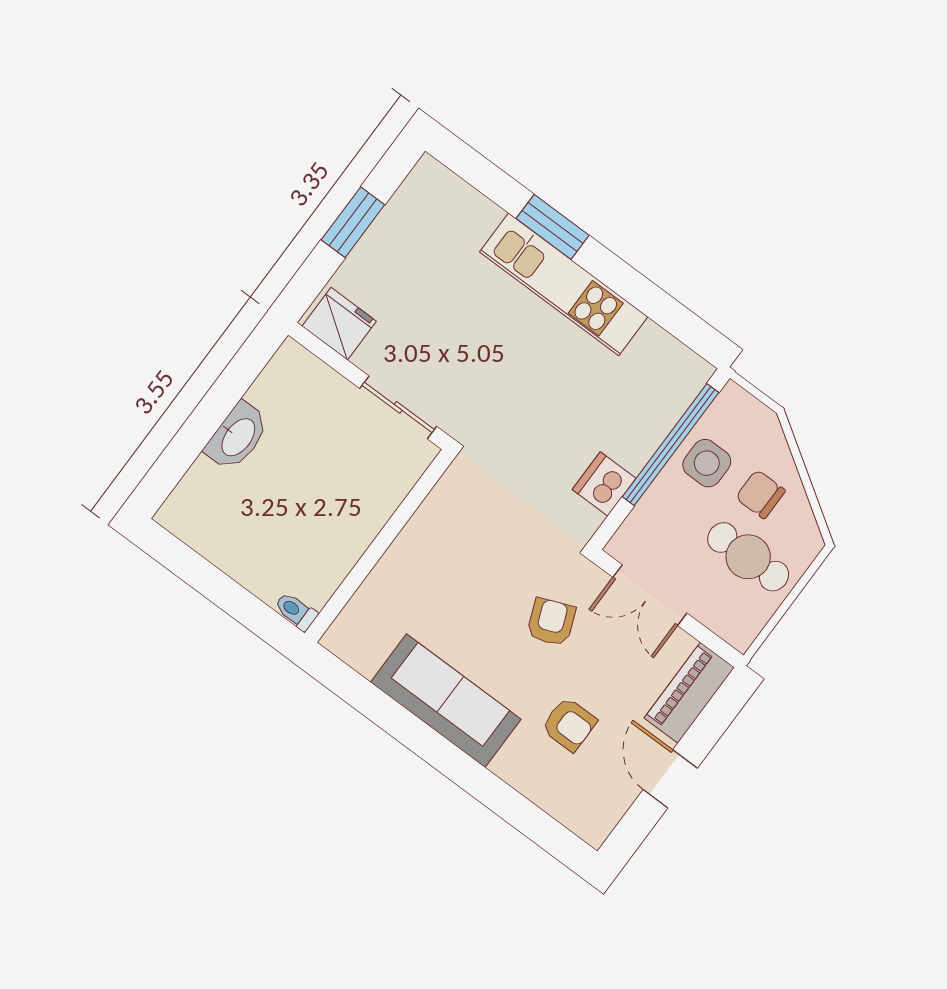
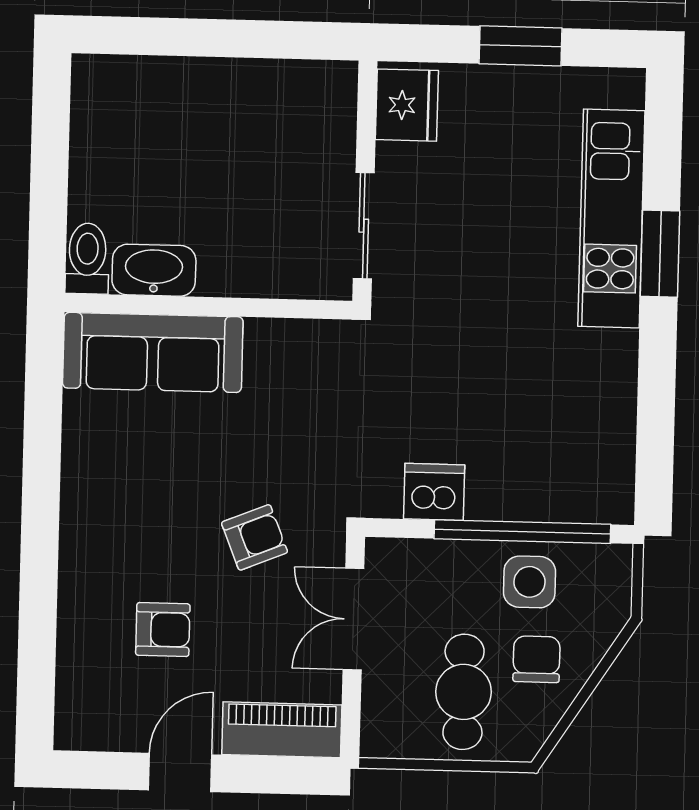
kitchen unit: (564, 284) -> (611, 219), moved
washbasin: (237, 437) -> (154, 270), moved, turned 180
toilet: (296, 611) -> (87, 259), width x1.37, depth x1.39
sofa: (446, 701) -> (153, 352), moved, turned 90
armchair: (569, 724) -> (163, 630), turned -90

